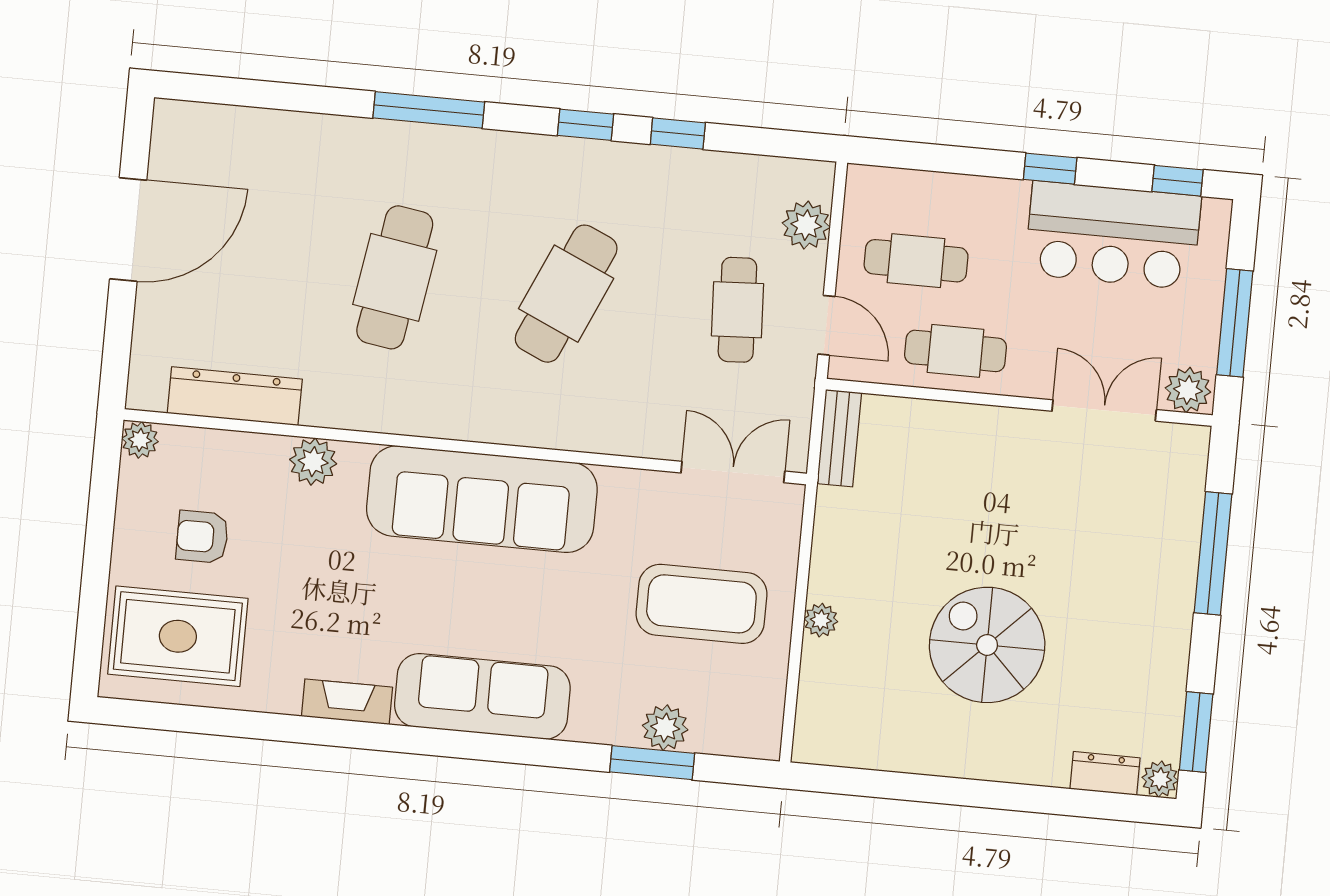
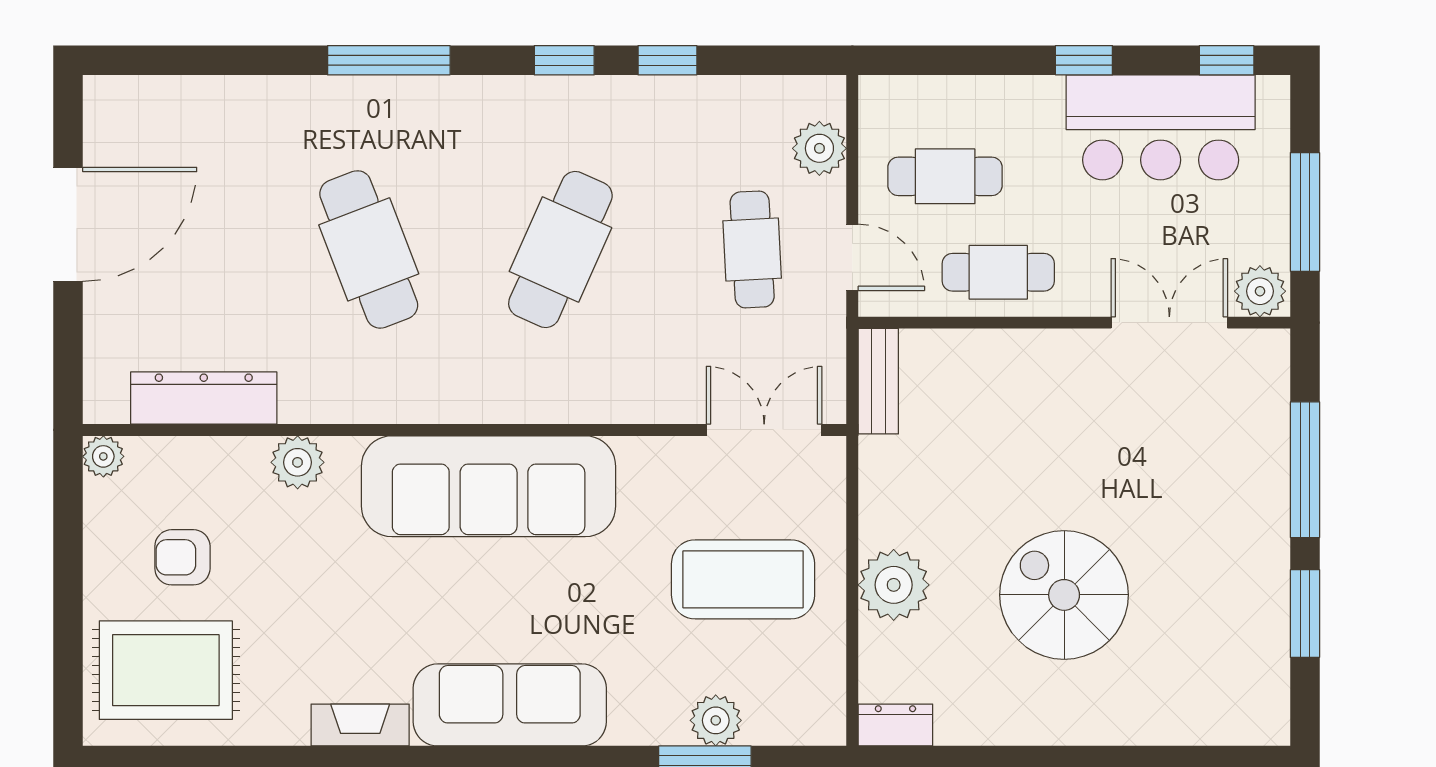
cafe table: (395, 277) -> (369, 249), turned -30
plant: (821, 620) -> (894, 585), width x1.87, depth x1.87
window: (1196, 732) -> (1305, 614), moved
dresser: (1105, 773) -> (895, 725), moved
plant: (1160, 779) -> (1270, 726), removed

